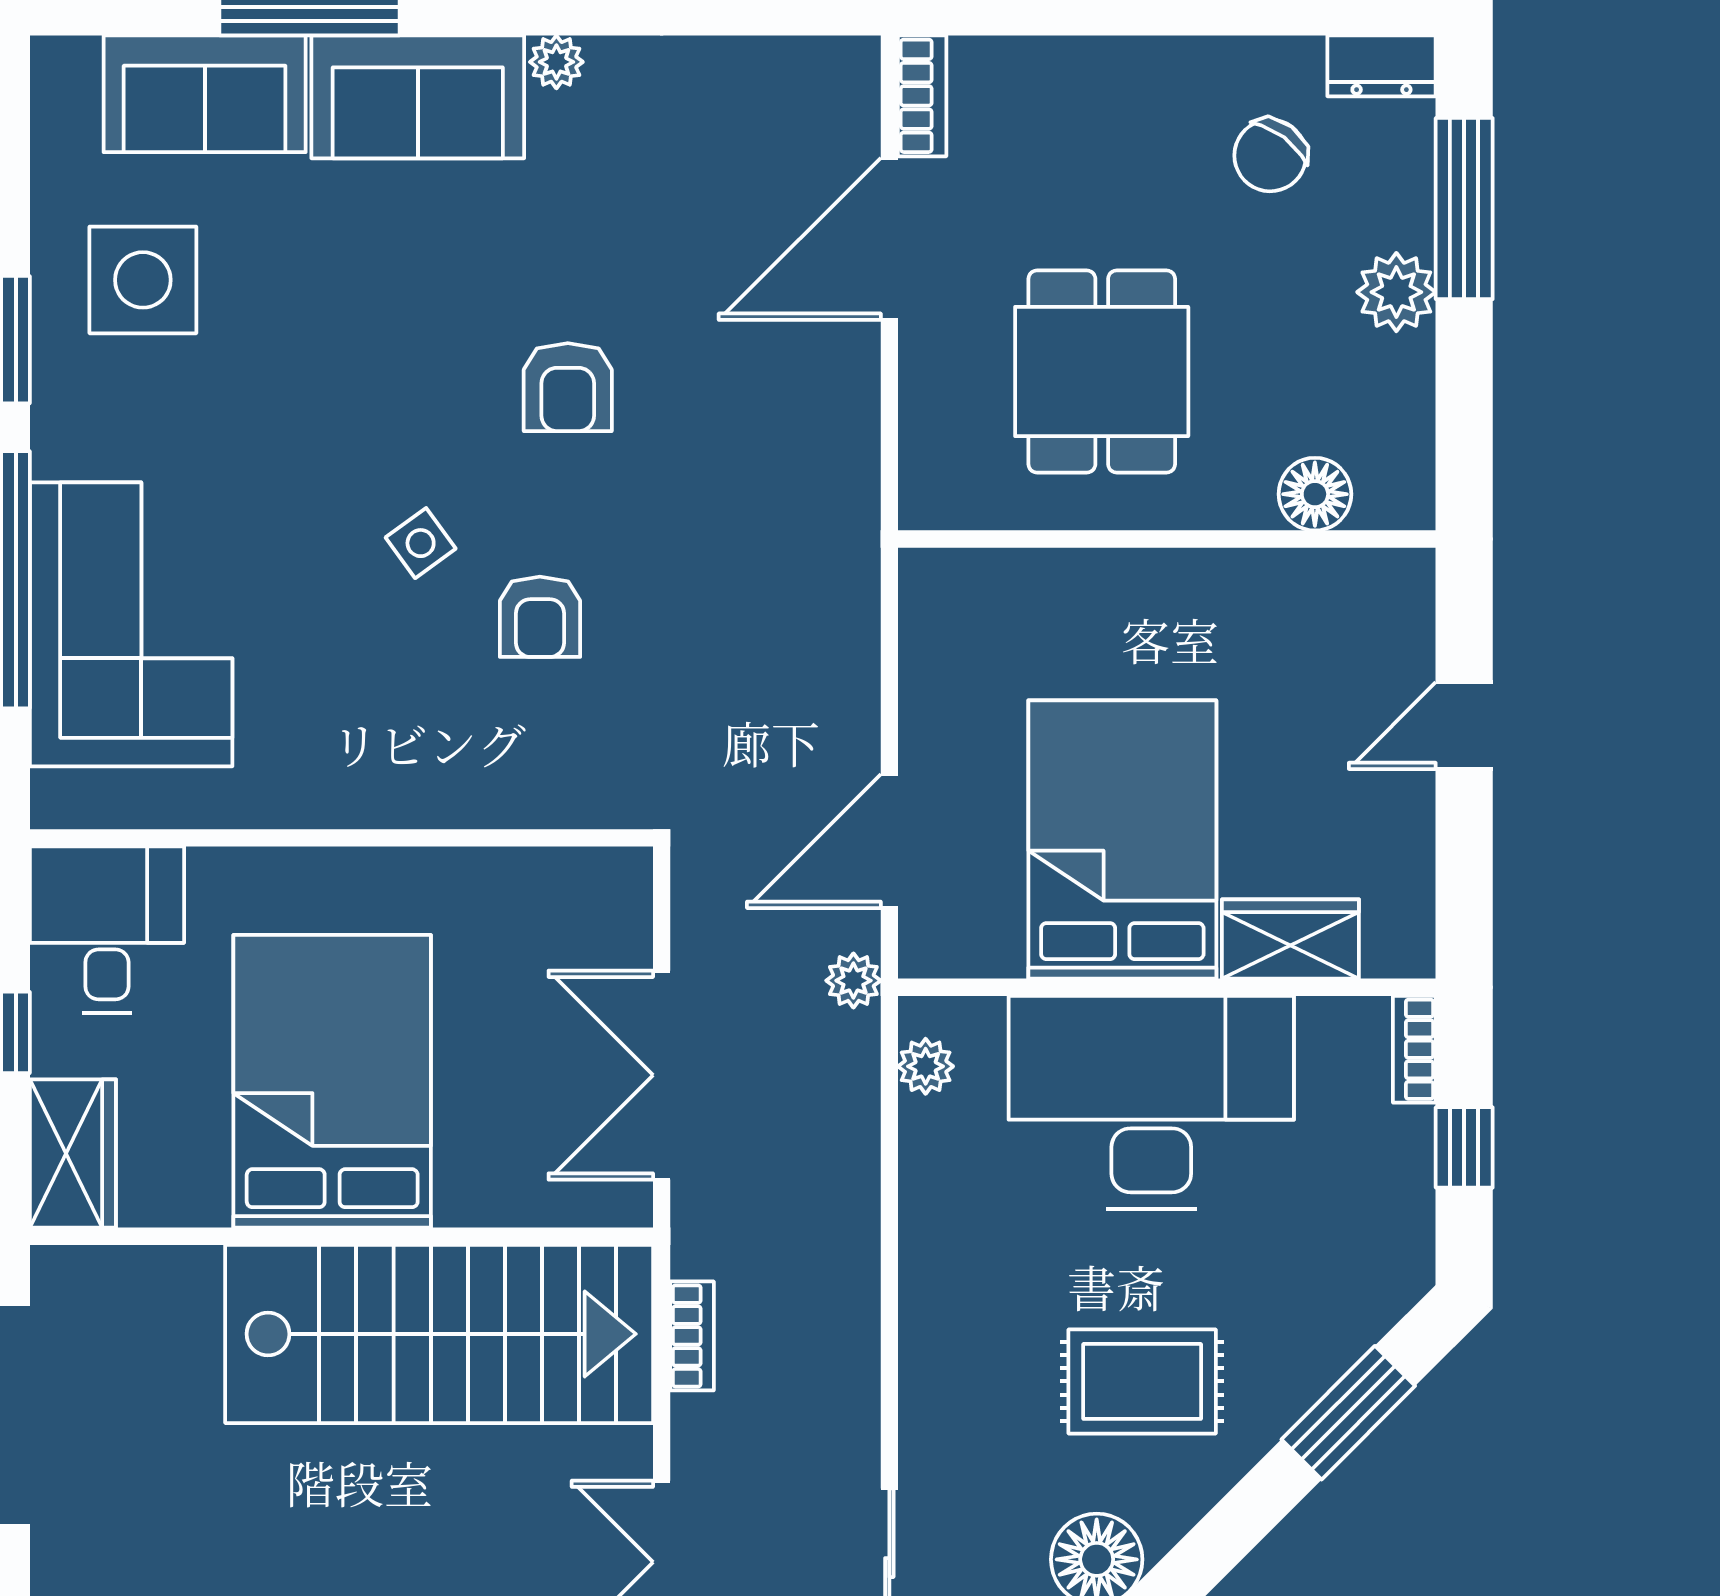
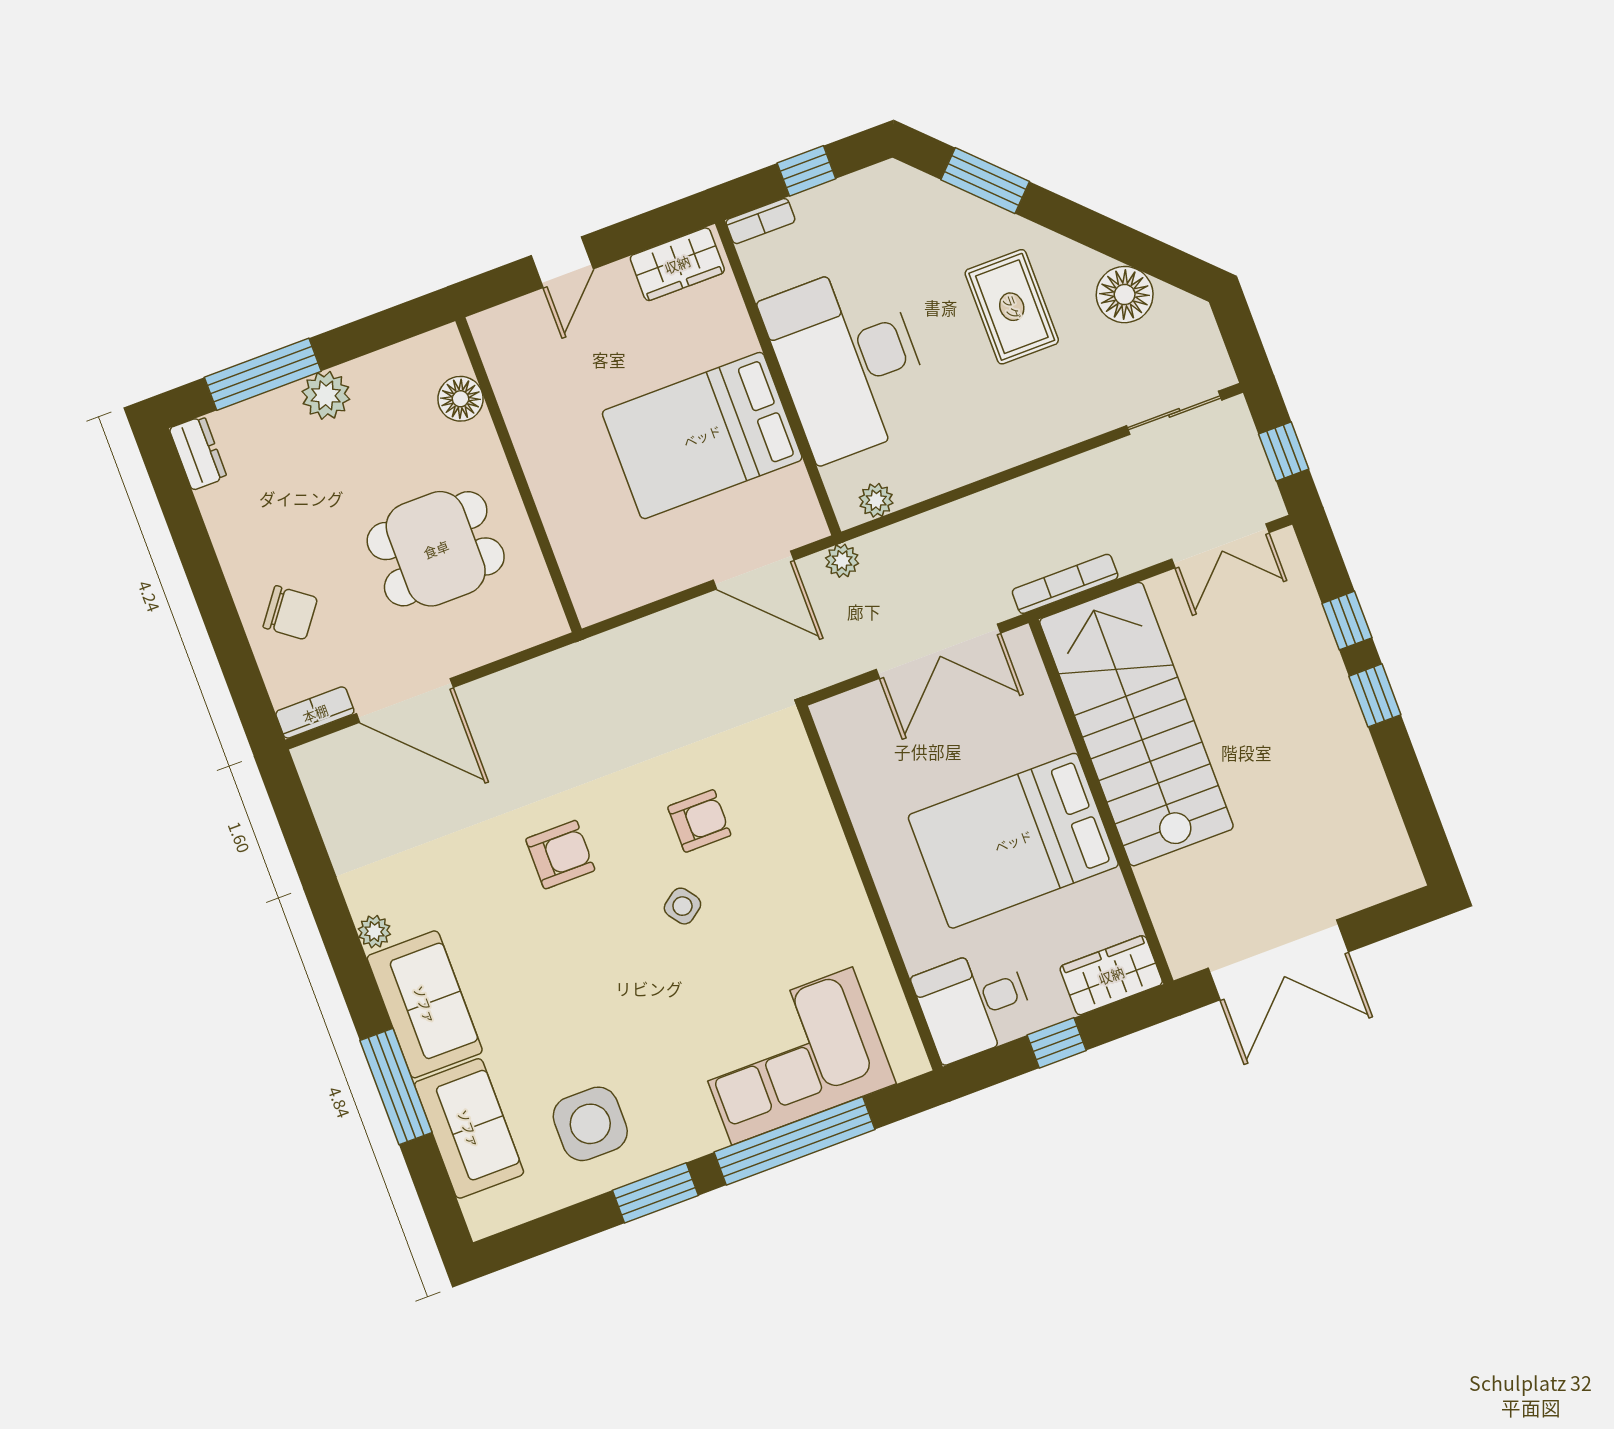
chair: (1270, 155) -> (290, 613), moved
door: (1464, 726) -> (562, 262), hinge flipped
wardrobe: (1290, 939) -> (677, 264), moved, turned -90
bookcase: (692, 1336) -> (1065, 584), width x1.56

